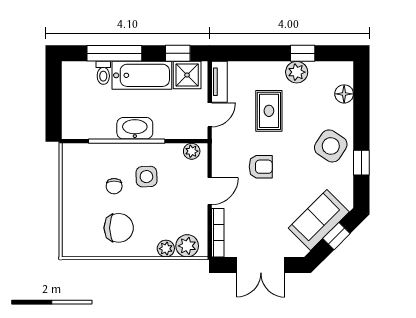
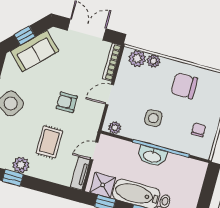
chair: (114, 186) -> (198, 130), moved

